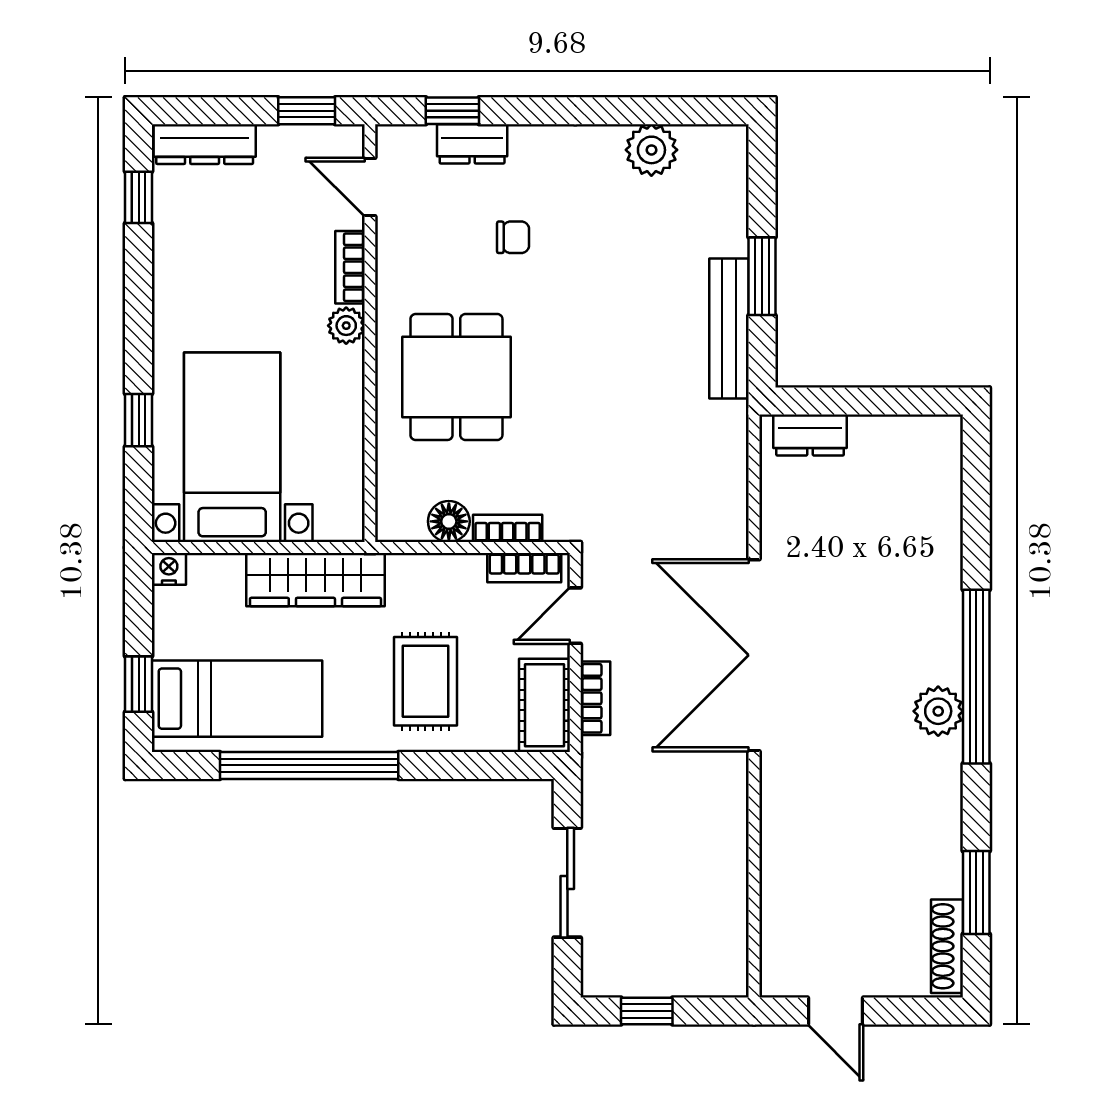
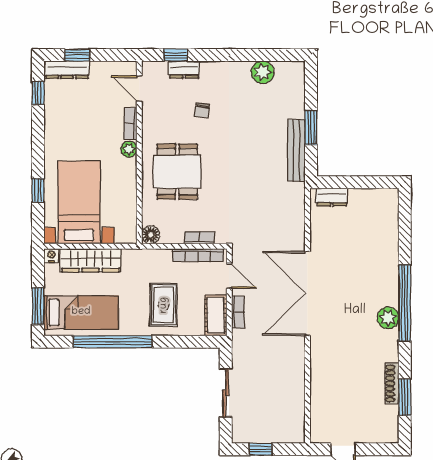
window: (307, 111) -> (77, 55), moved
chair: (513, 237) -> (202, 110), turned 97
floor lamp: (449, 521) -> (151, 235), moved
bookcase: (524, 568) -> (198, 255), width x1.56
wardrobe: (315, 580) -> (91, 260), moved
door: (575, 616) -> (229, 276), swing flipped
window: (139, 684) -> (38, 306), width x1.50
shoe rack: (947, 946) -> (392, 383), moved

